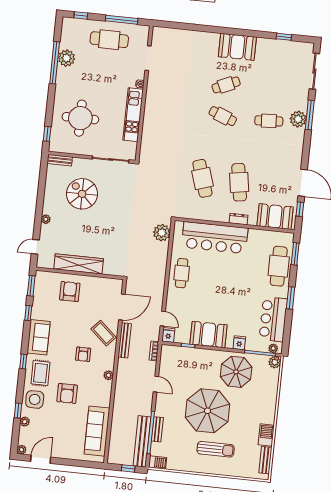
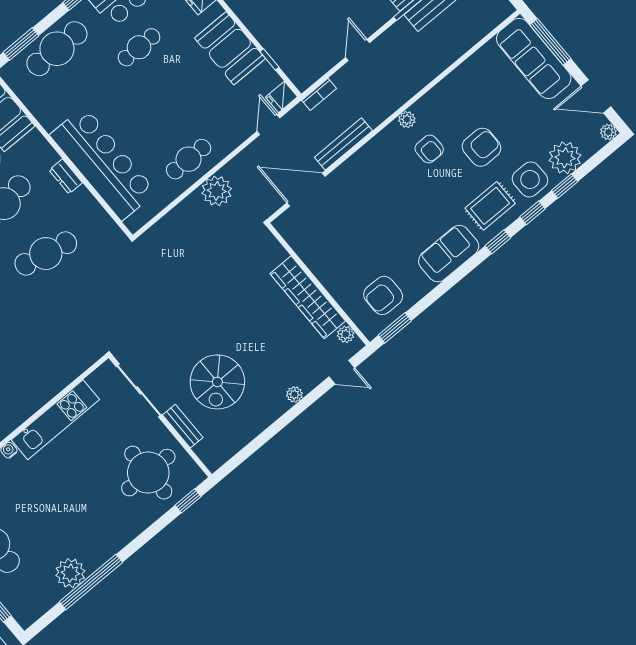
round table: (80, 118) -> (148, 473), moved
bench: (60, 160) -> (183, 426), moved
cafe table: (202, 178) -> (46, 254), turned 30
dresser: (238, 219) -> (66, 176), moved
plant: (162, 233) -> (217, 191), moved
plant: (49, 264) -> (346, 334), added
armchair: (70, 292) -> (383, 295), moved
cafe table: (246, 299) -> (139, 47), added
window: (28, 313) -> (533, 213), moved
coffee table: (103, 333) -> (361, 179), removed
armchair: (83, 354) -> (429, 149), moved, turned 90
plant: (25, 422) -> (565, 158), width x1.88, depth x1.88
sofa: (97, 431) -> (534, 58), moved, turned 90
window: (81, 463) -> (550, 42), added

